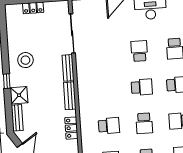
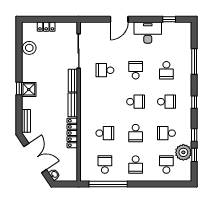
school desk: (104, 53) -> (105, 70), added
stool: (25, 60) -> (29, 48), moved
shower: (19, 95) -> (29, 89), moved
locker: (71, 128) -> (72, 133), width x1.53

